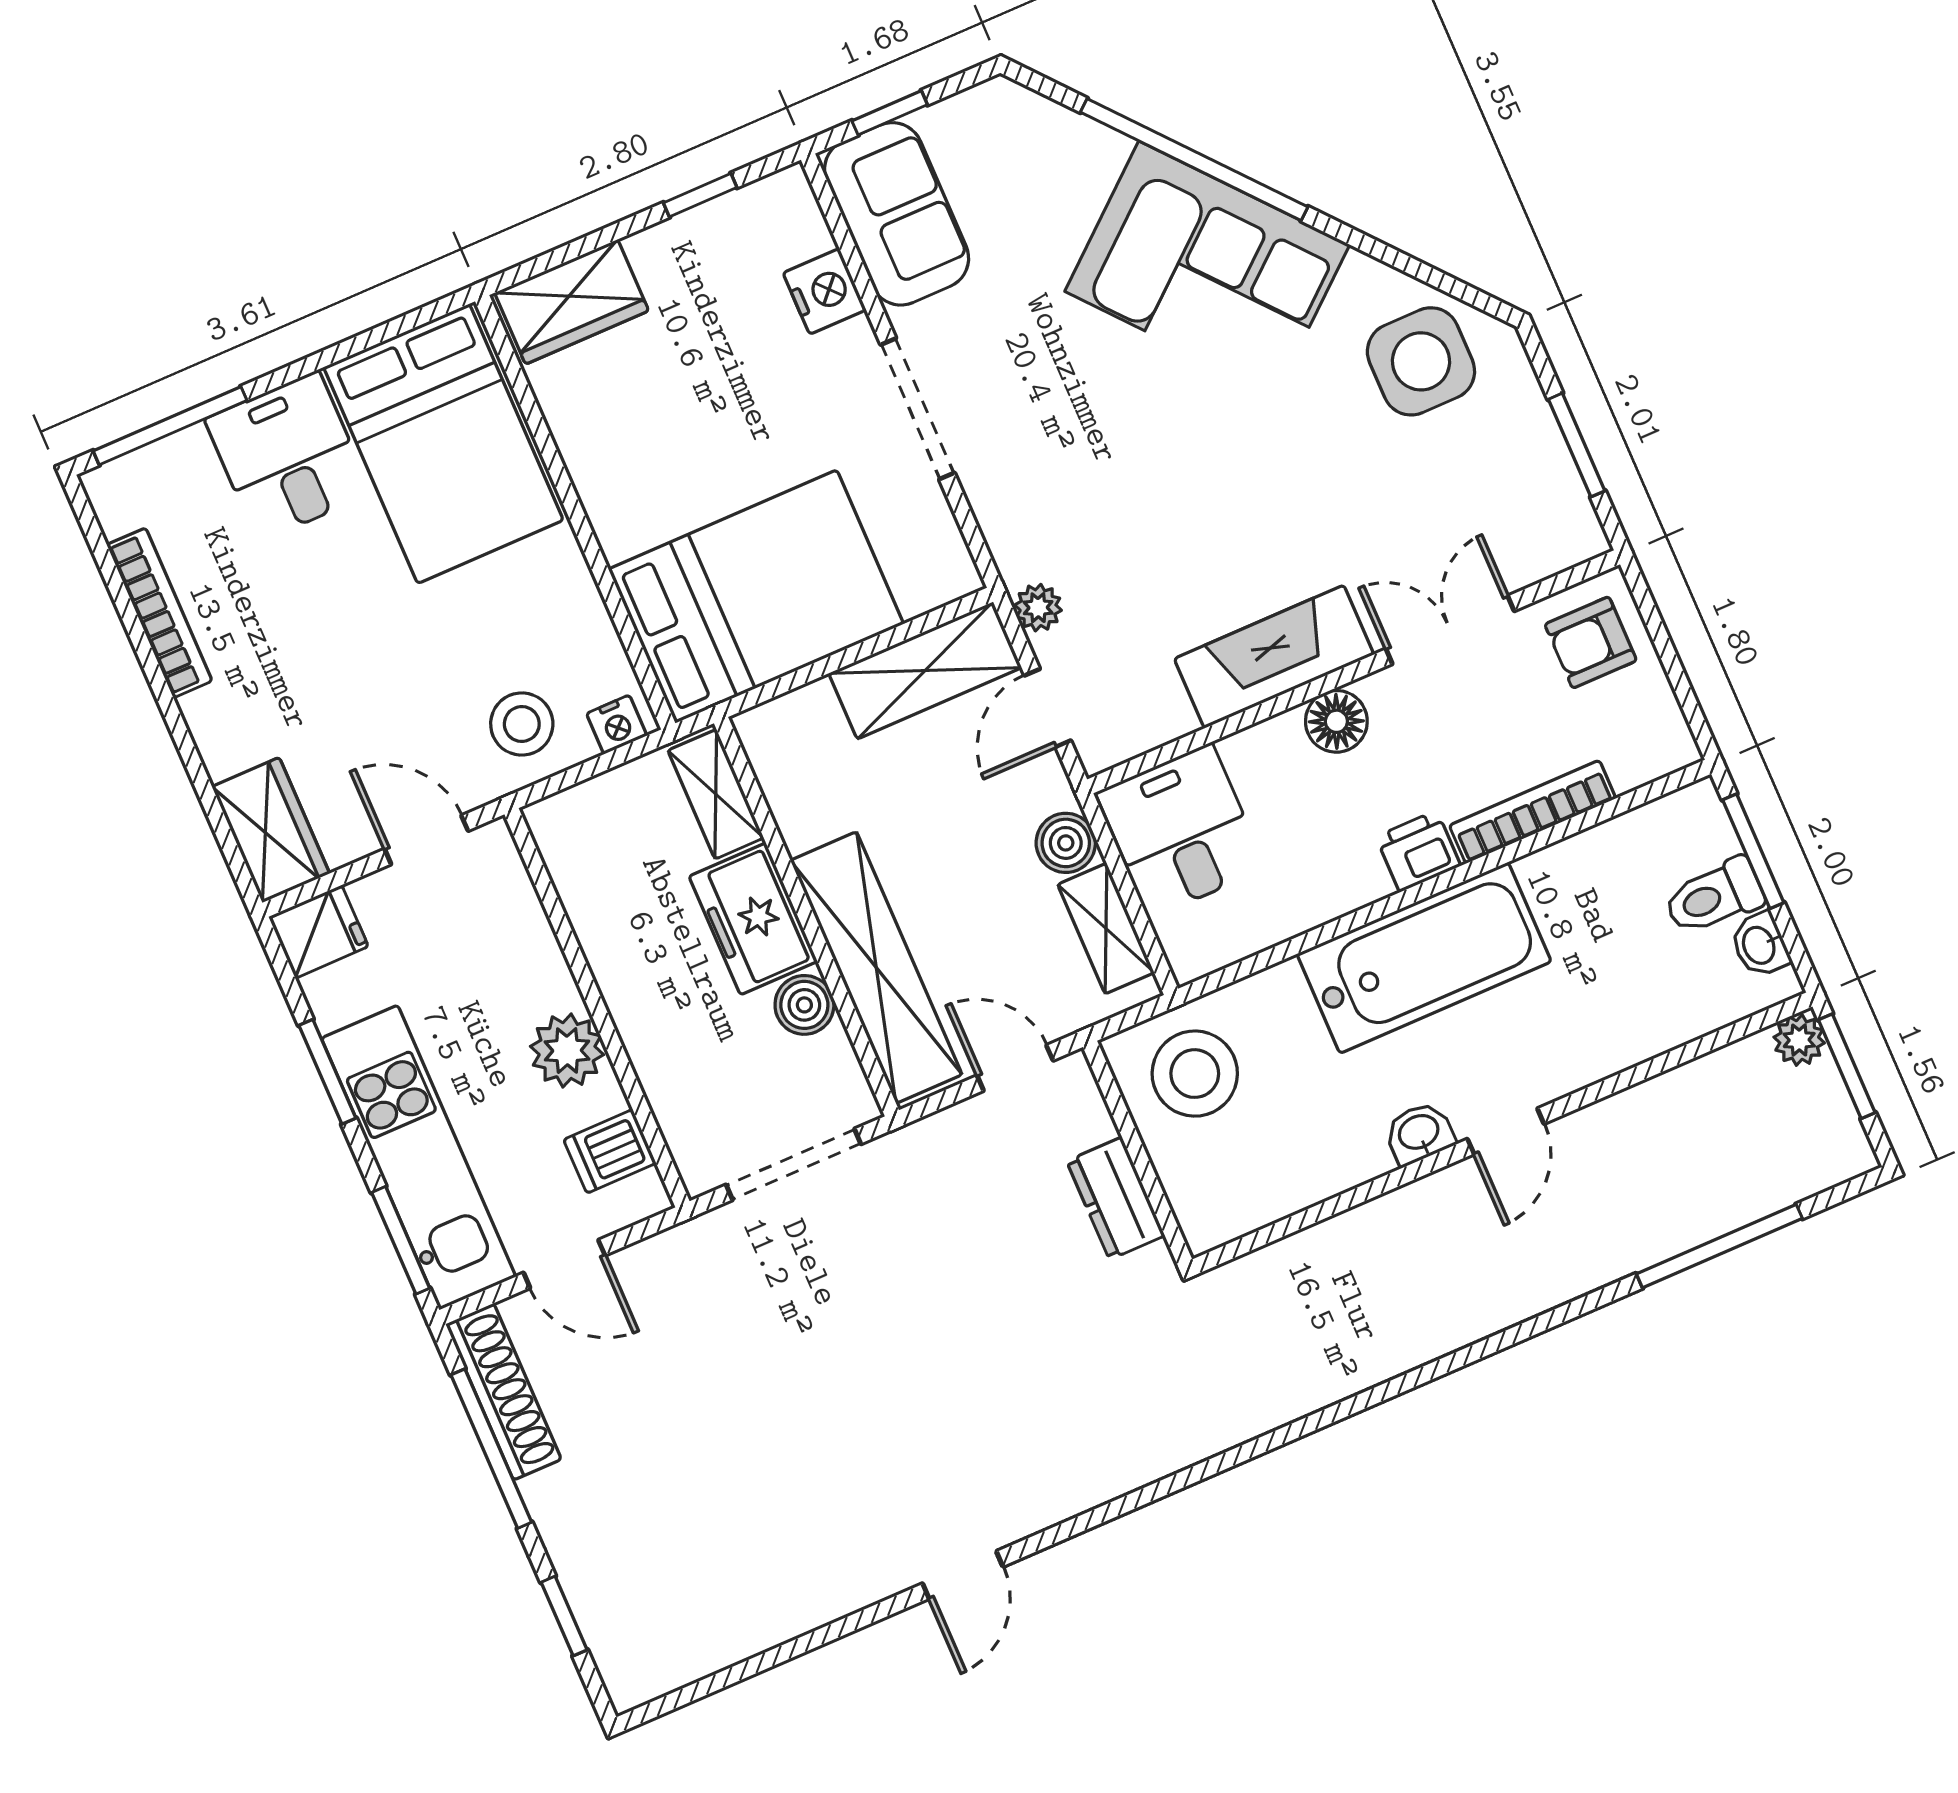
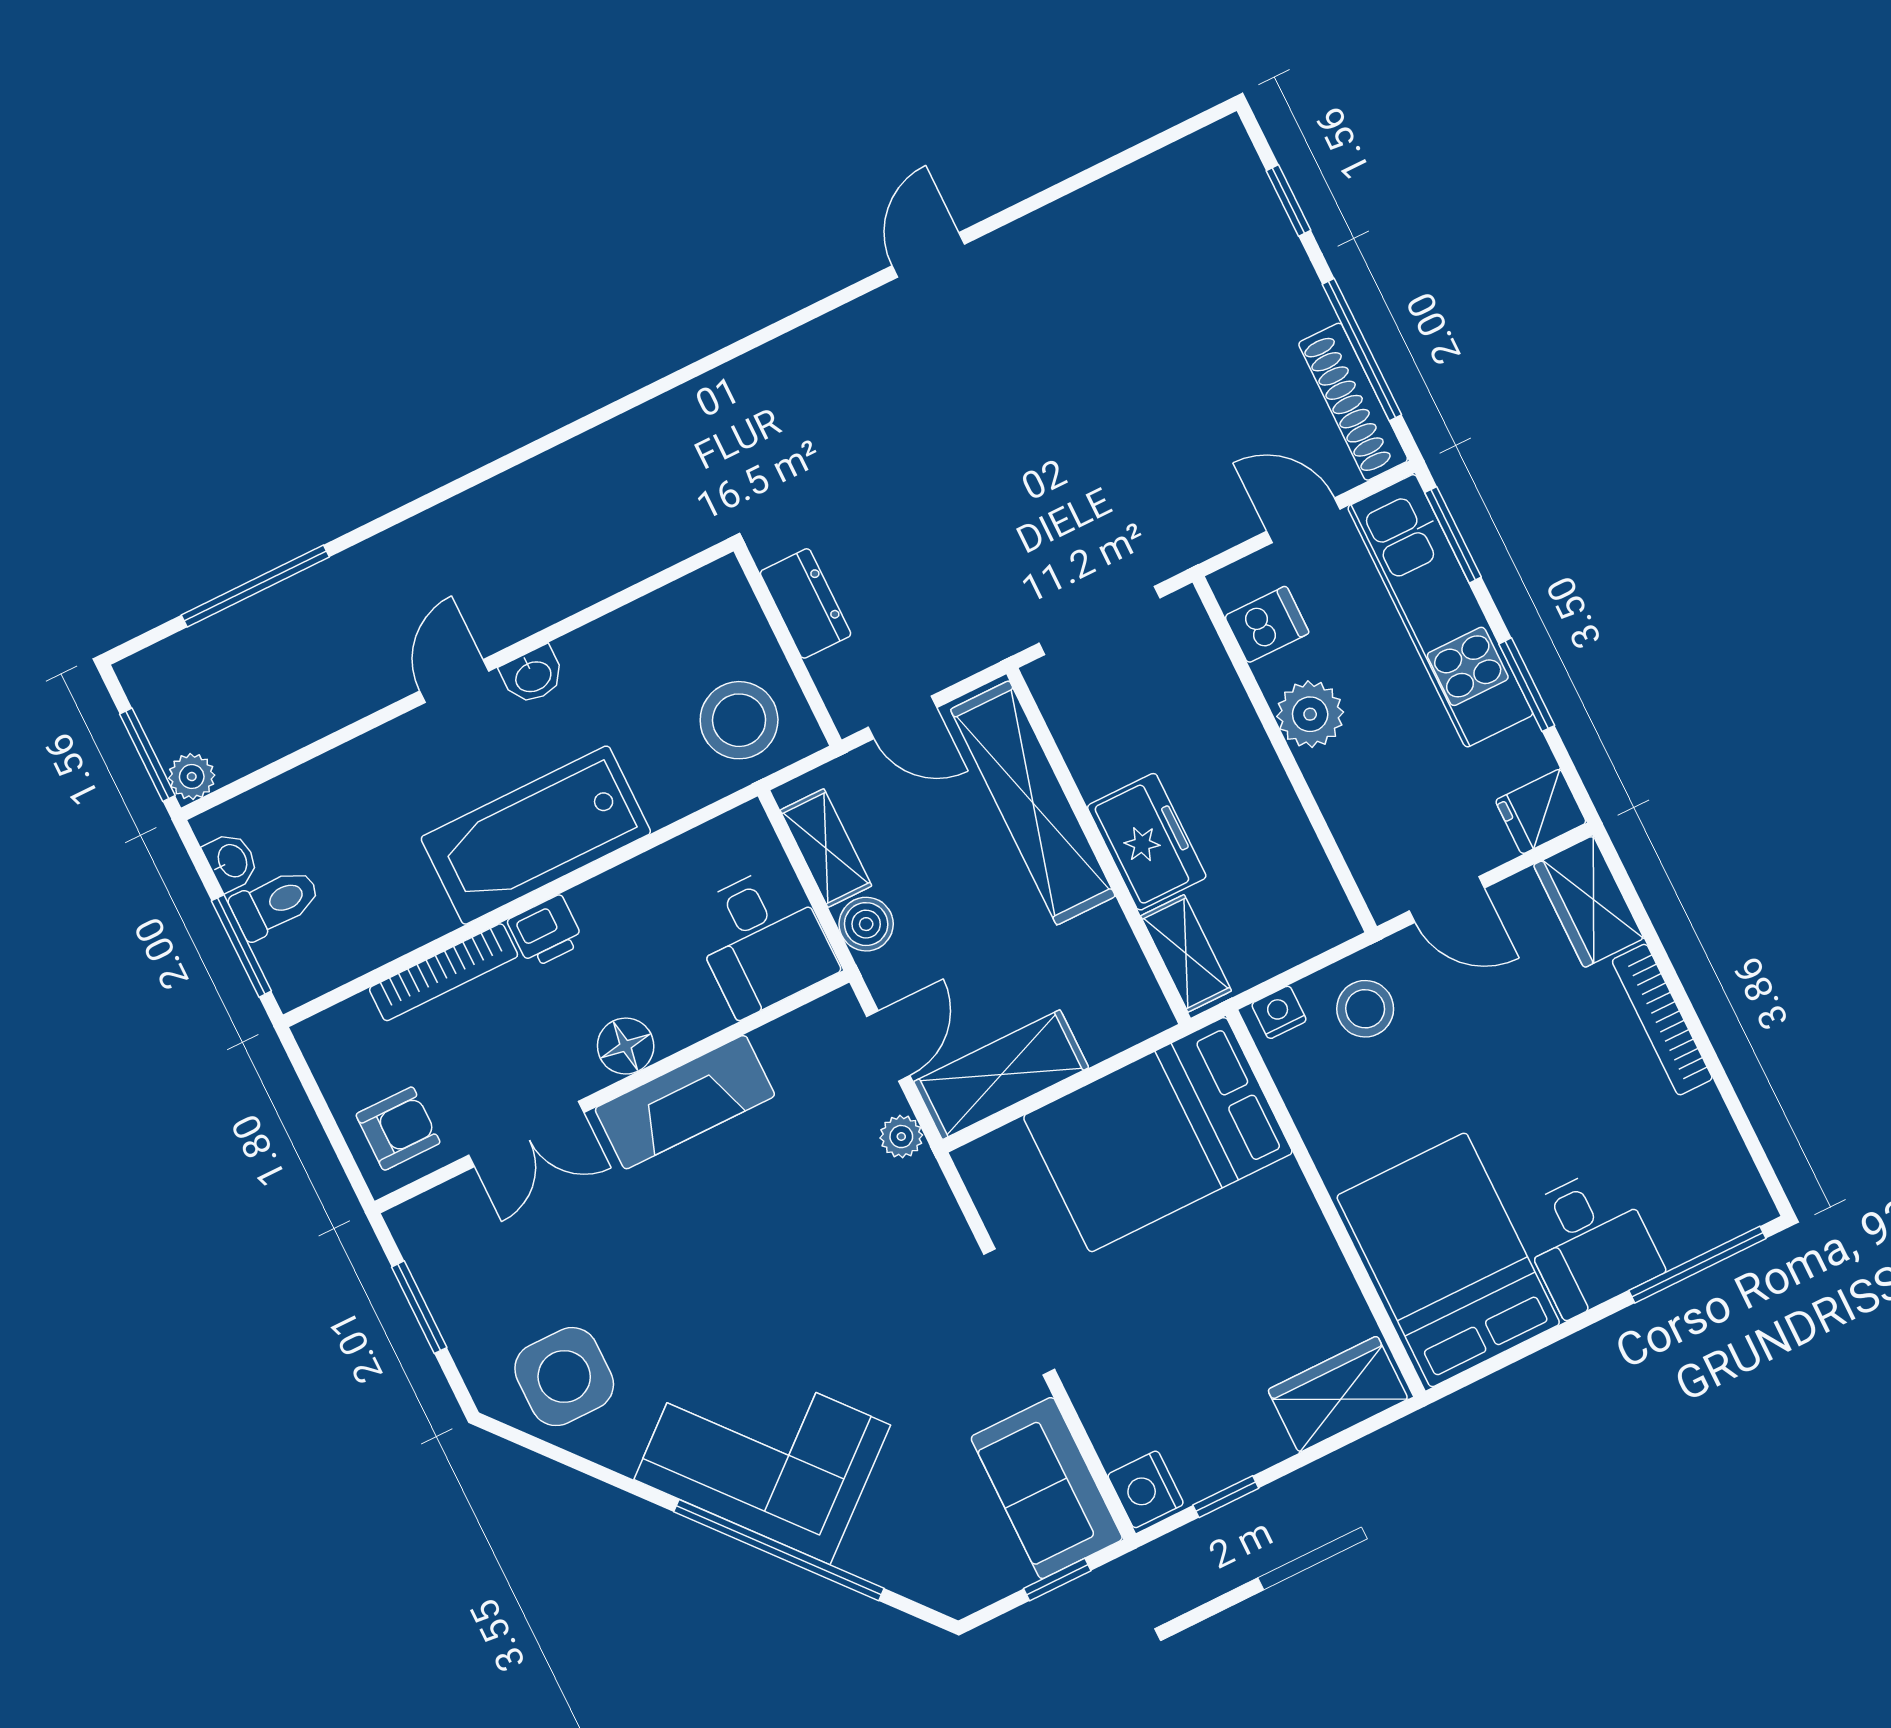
nightstand: (825, 291) -> (1146, 1489), moved
bookcase: (159, 613) -> (1662, 1020), moved
boiler: (804, 1005) -> (1096, 766), removed

